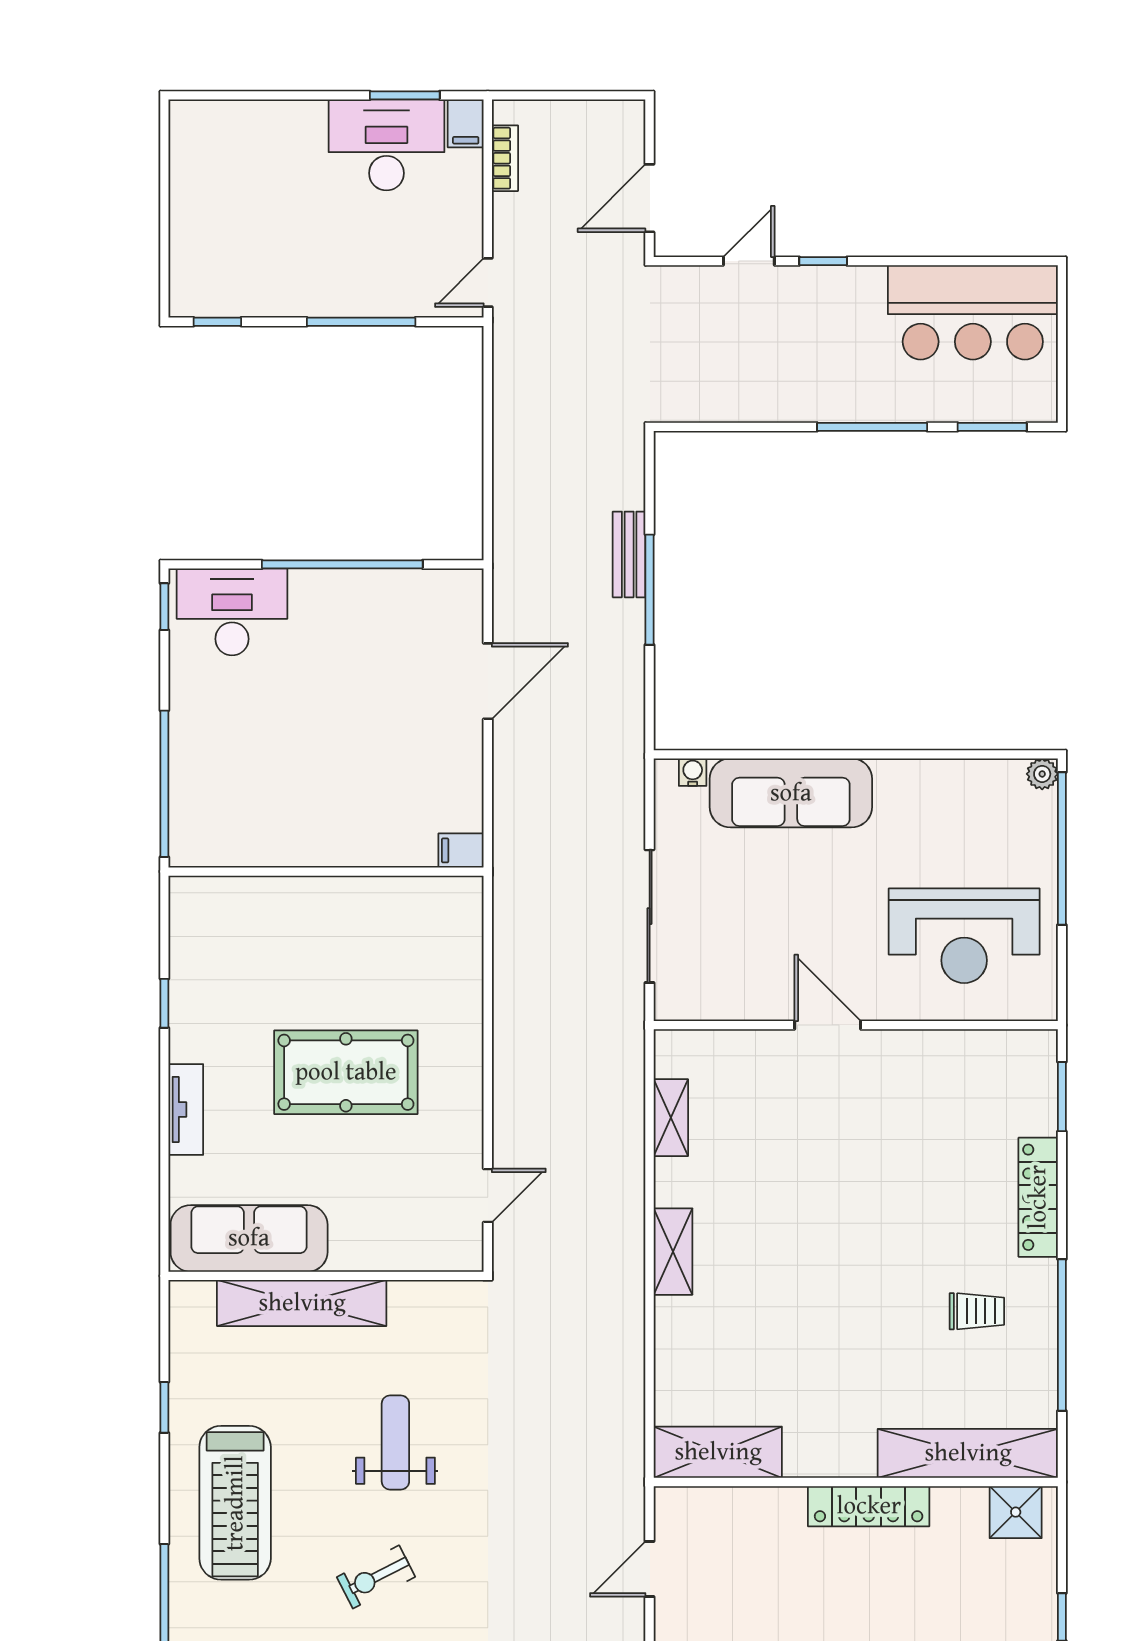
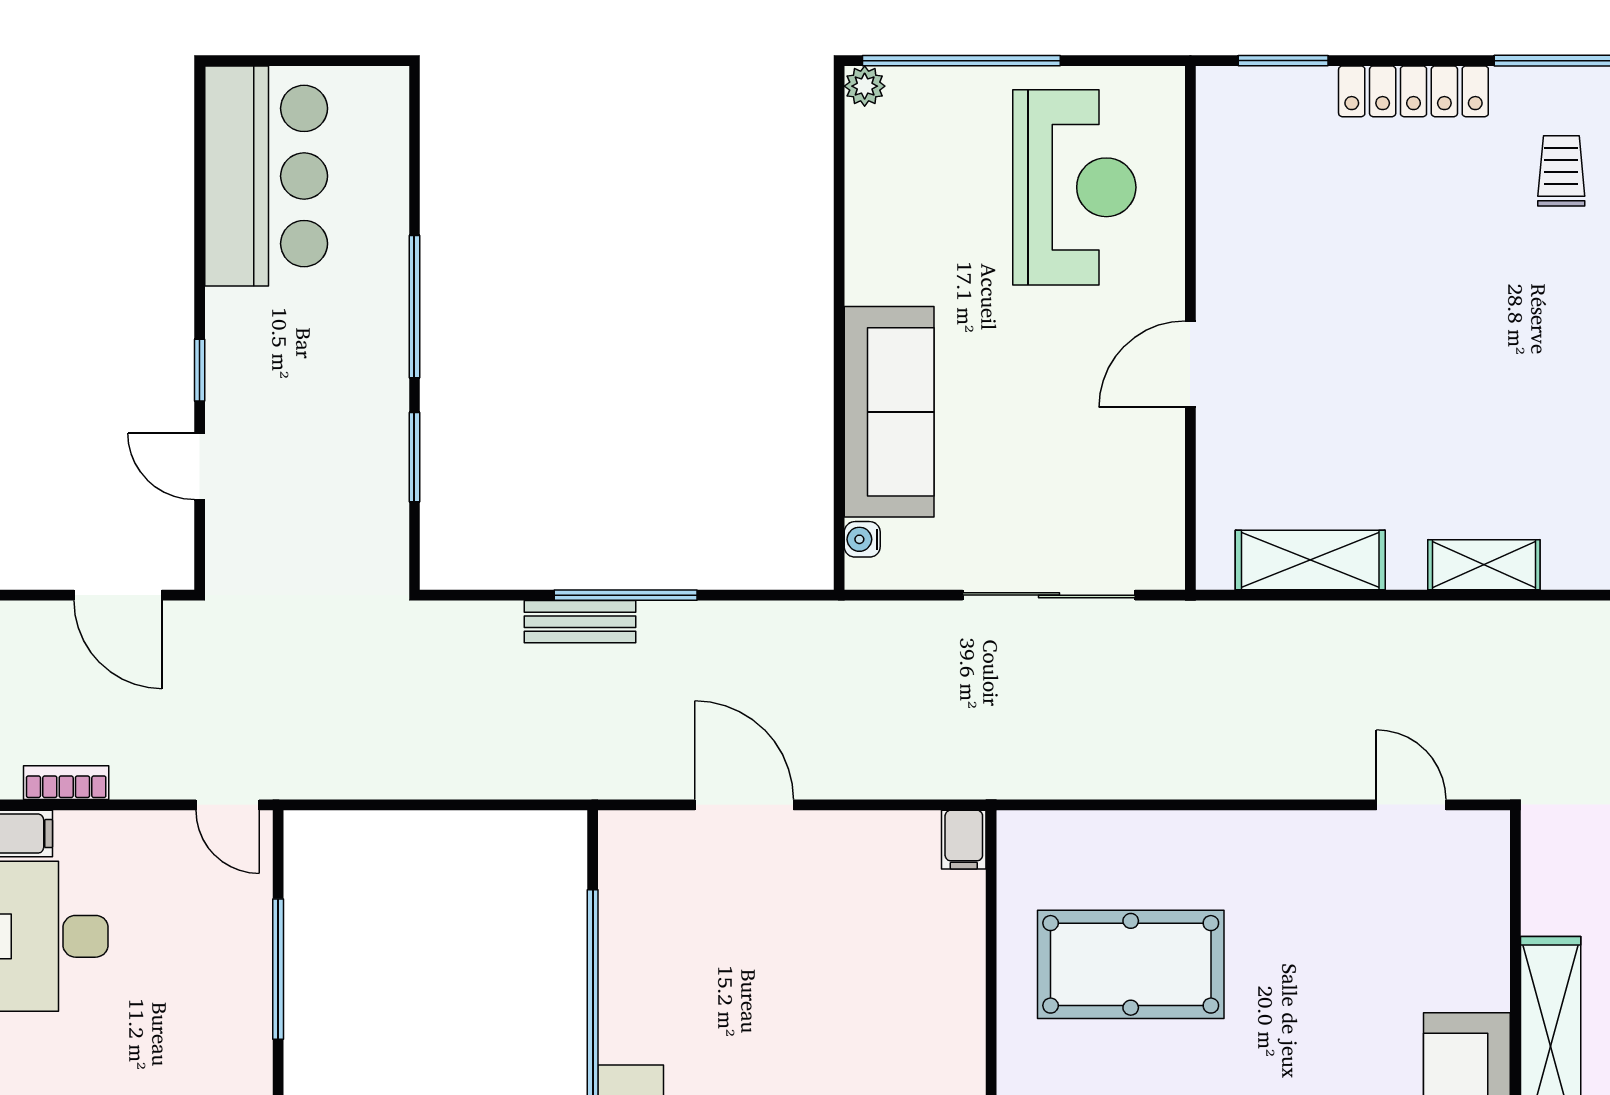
window: (992, 427) -> (414, 457), moved
pool table: (346, 1072) -> (1131, 964), moved, turned 90
shelving: (671, 1118) -> (1310, 560), width x1.50, depth x1.33

